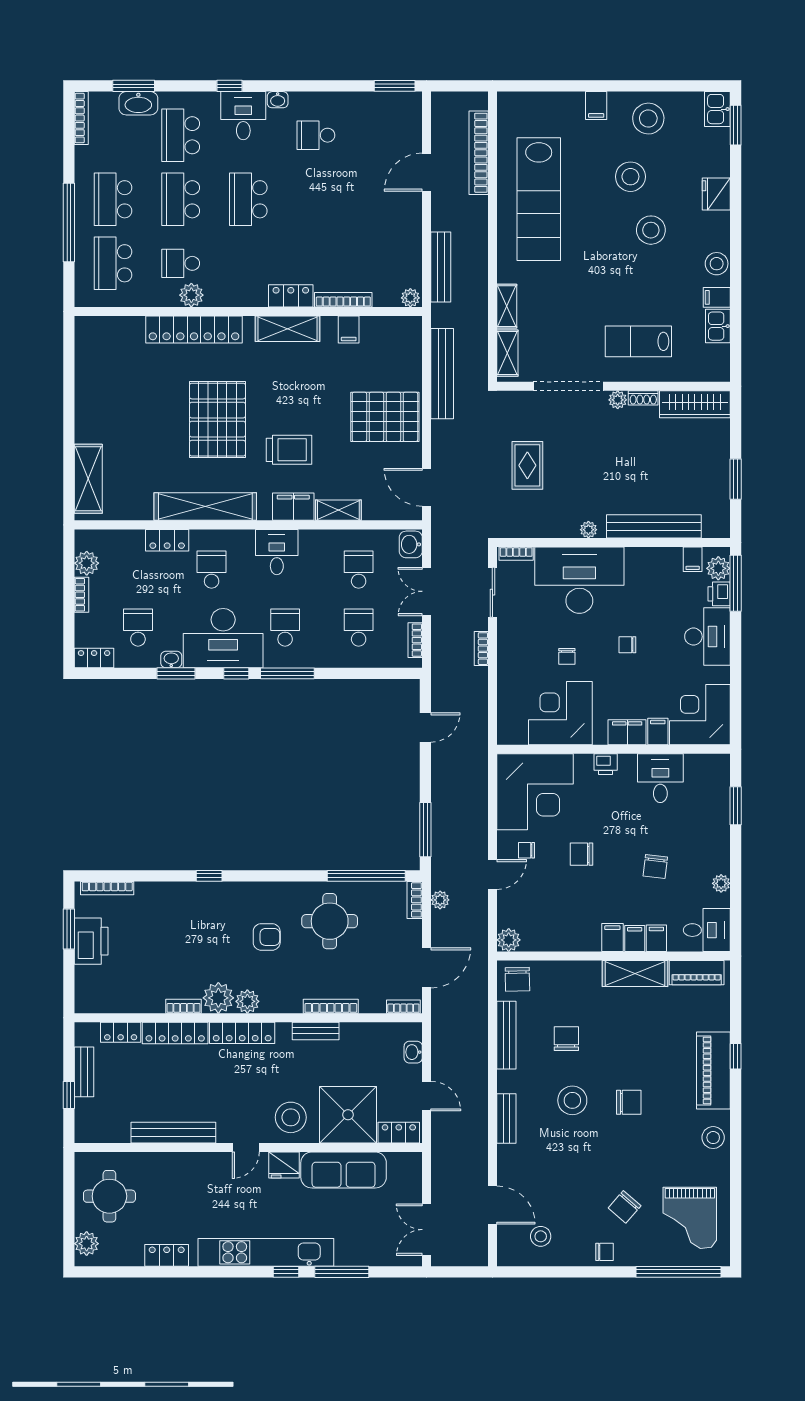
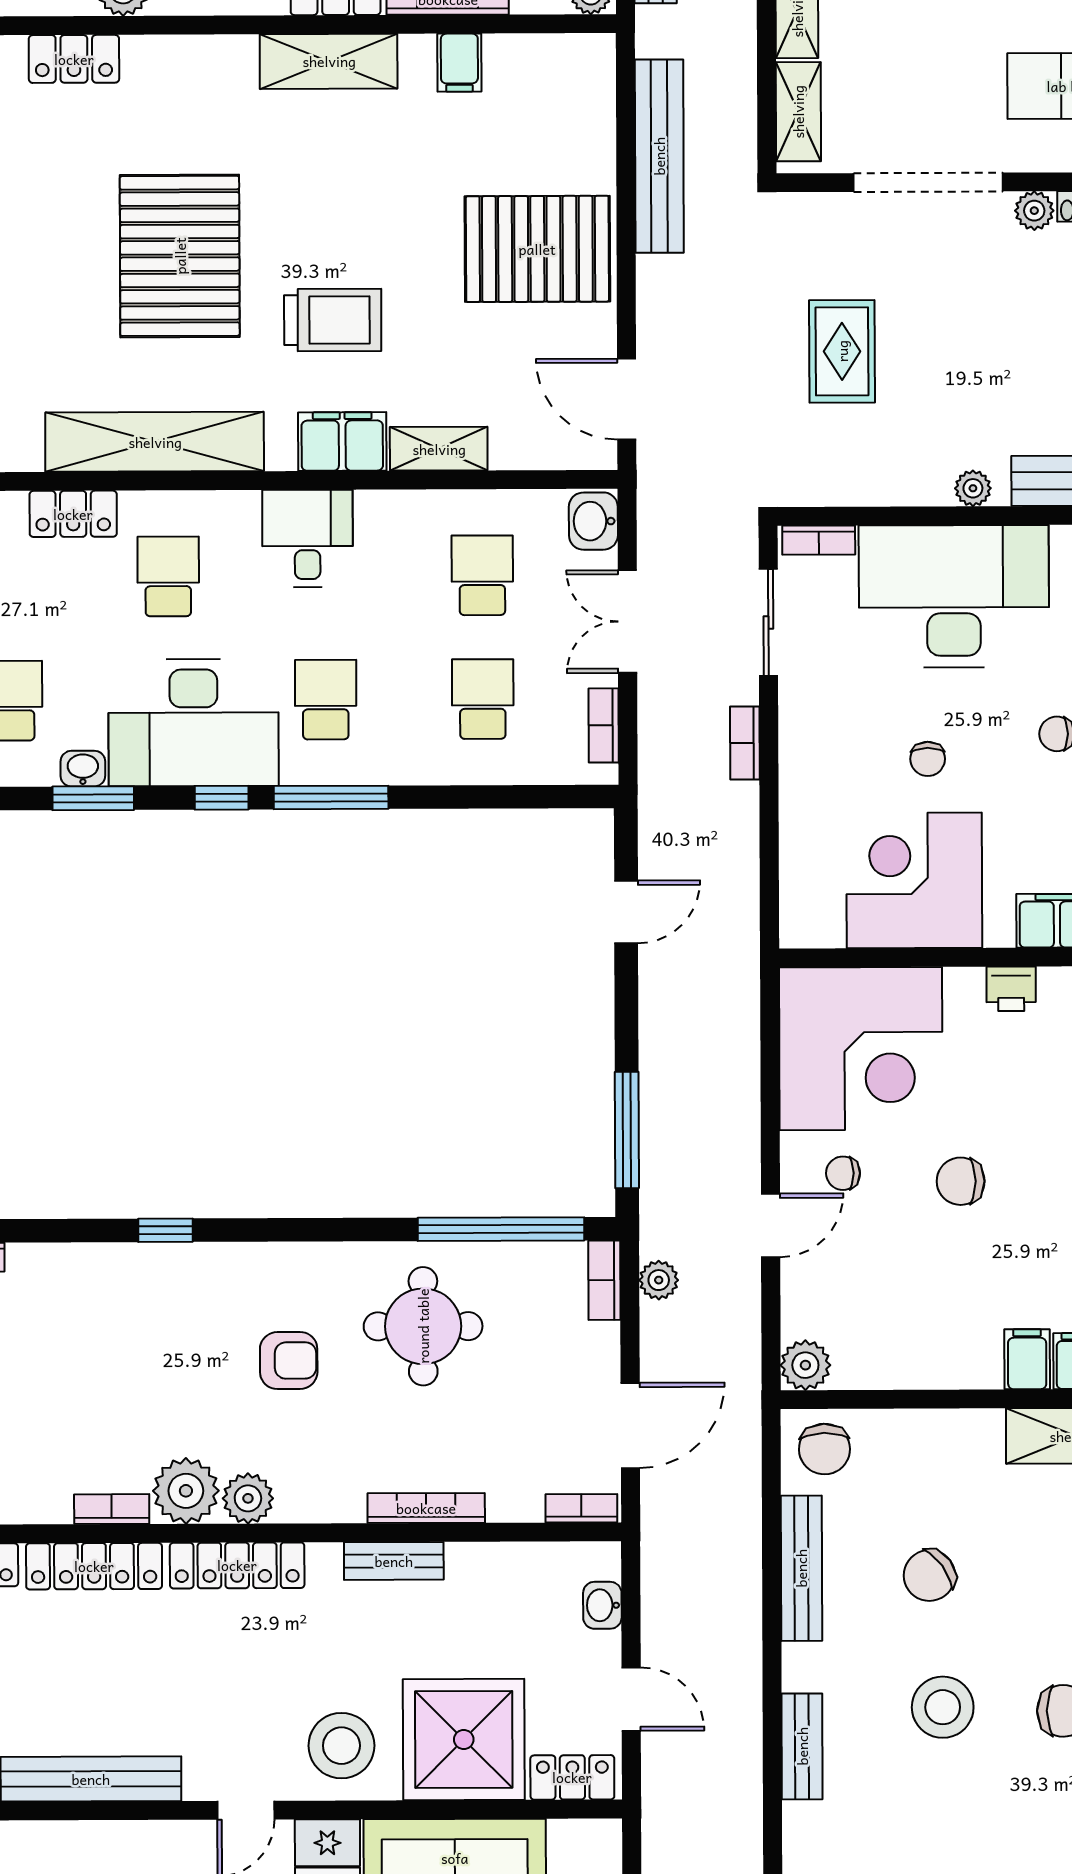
locker: (194, 329) -> (74, 59), width x0.46, depth x0.83
chair: (566, 1039) -> (929, 1575), turned -126

